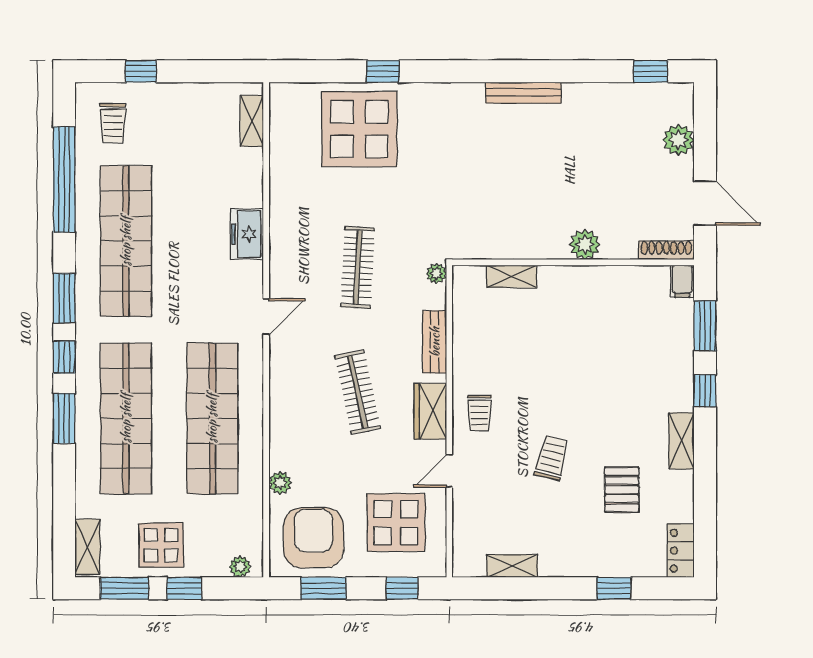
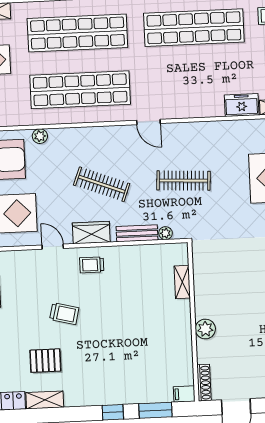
freezer: (247, 234) -> (242, 105), moved
plant: (436, 273) -> (166, 233), moved
clothes rail: (358, 392) -> (102, 184), turned 33
shelving: (682, 441) -> (45, 400), moved

